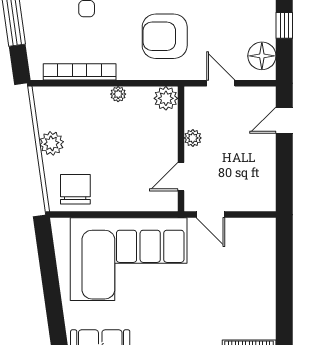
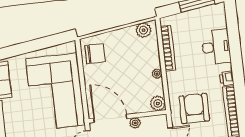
armchair: (165, 36) -> (194, 108), moved
plant: (52, 143) -> (143, 30), moved
door: (181, 177) -> (110, 118), width x1.87

